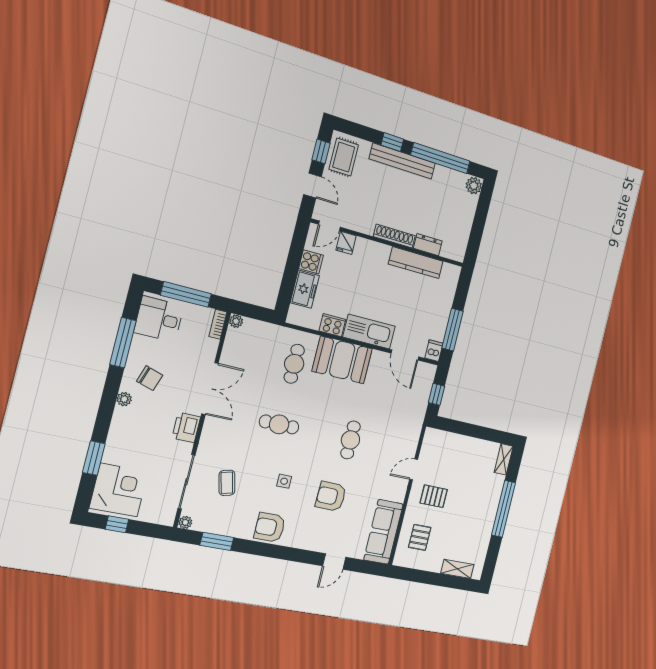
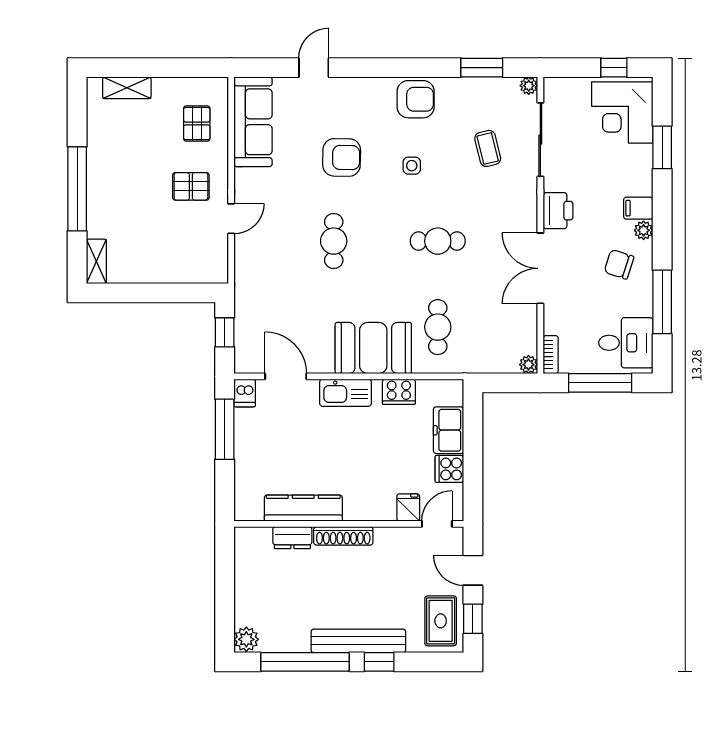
kitchen sink: (369, 332) -> (346, 393), width x0.73, depth x0.81
filing cabinet: (124, 416) -> (638, 208), added

